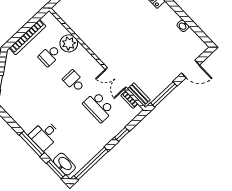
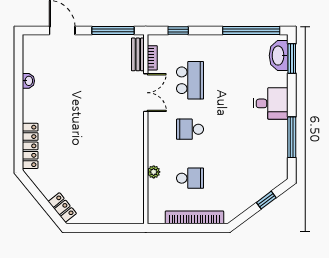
plant: (69, 43) -> (154, 172), width x0.53, depth x0.53
school desk: (74, 81) -> (190, 129), turned 90
window: (122, 134) -> (178, 31), moved
window: (32, 144) -> (292, 137), moved

